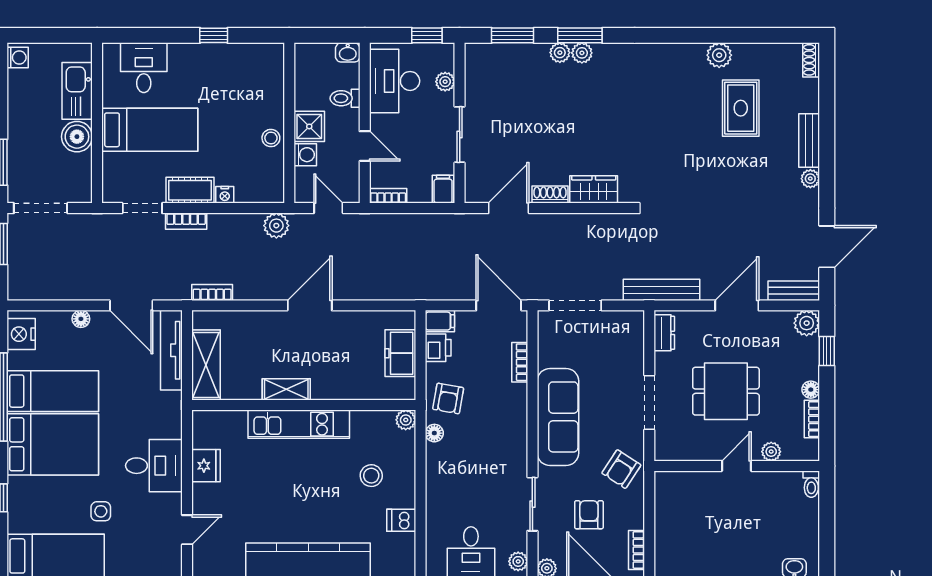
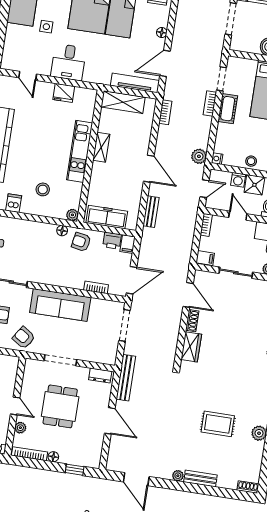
rug: (741, 108) -> (218, 424), moved
door: (365, 146) -> (238, 216), swing flipped
nightstand: (225, 195) -> (217, 159), moved
bench: (794, 291) -> (151, 212), moved
plant: (807, 323) -> (93, 460), removed
freezer: (400, 353) -> (107, 217), width x1.40
bookcase: (812, 419) -> (30, 454), width x1.56

